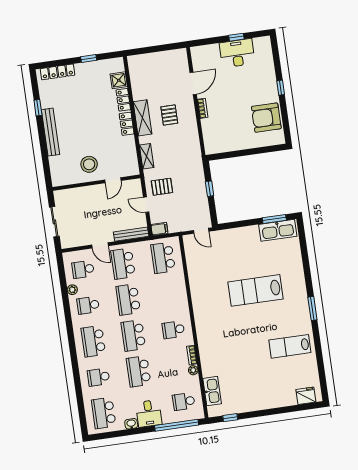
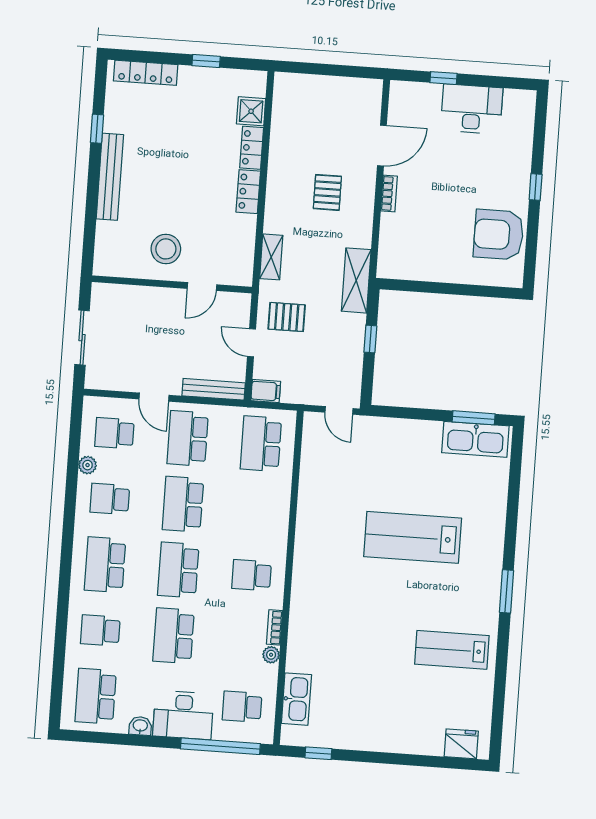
window: (236, 37) -> (443, 78), moved
shelving: (143, 118) -> (356, 280), moved
desk: (149, 413) -> (183, 715), width x1.37

